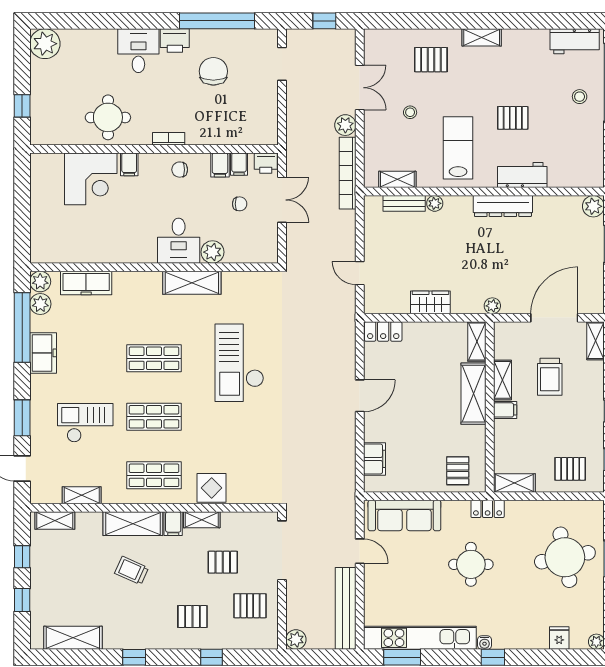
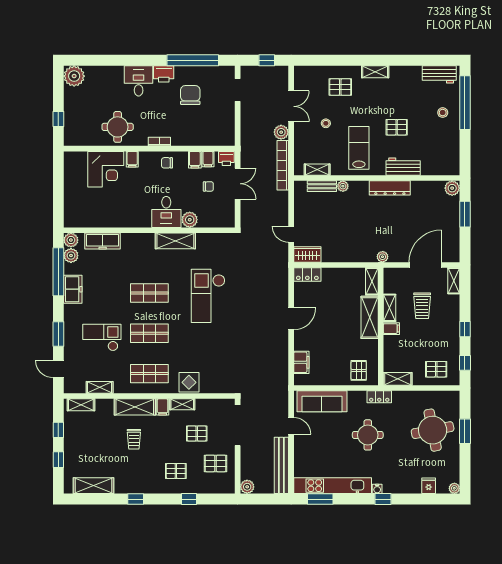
wardrobe: (430, 302) -> (307, 254), moved
trolley: (132, 571) -> (134, 439), turned -114

